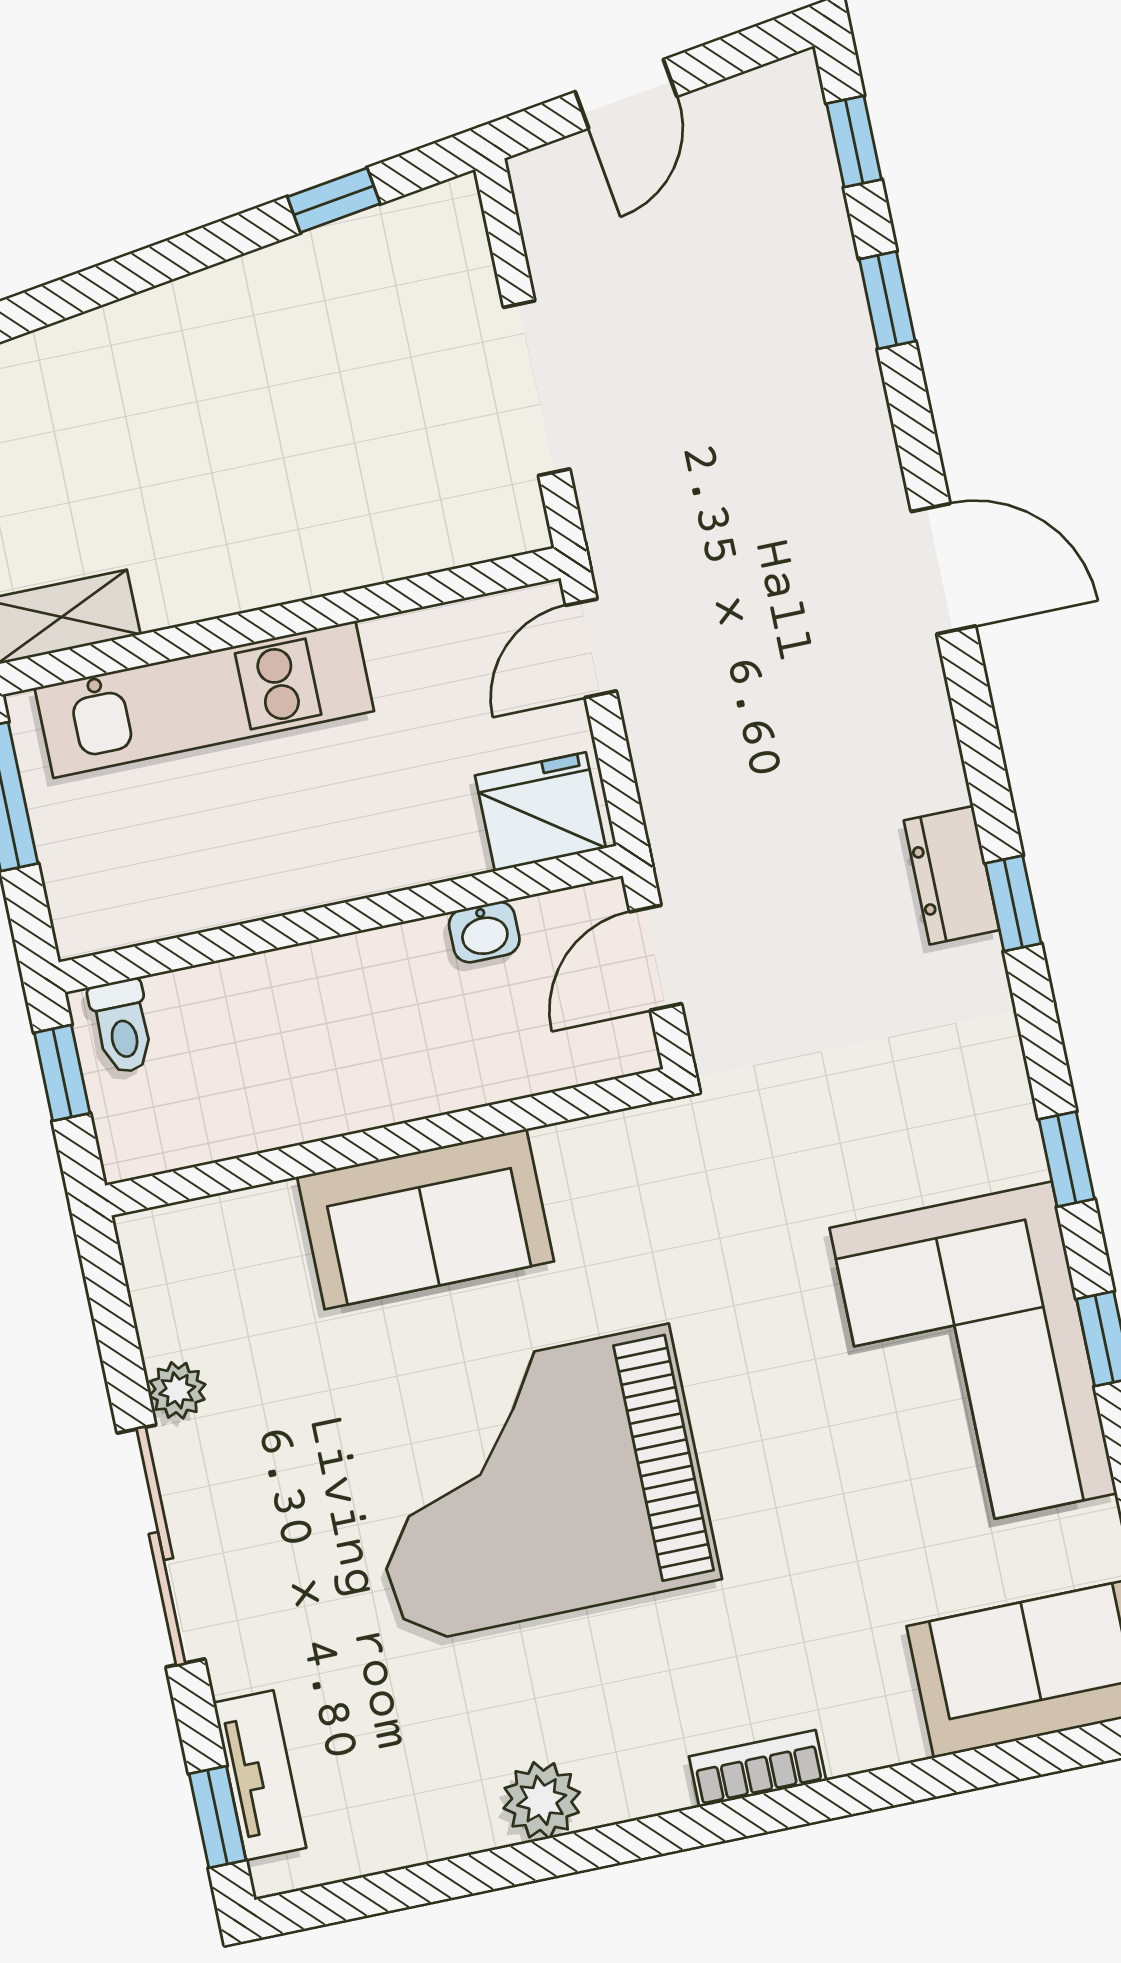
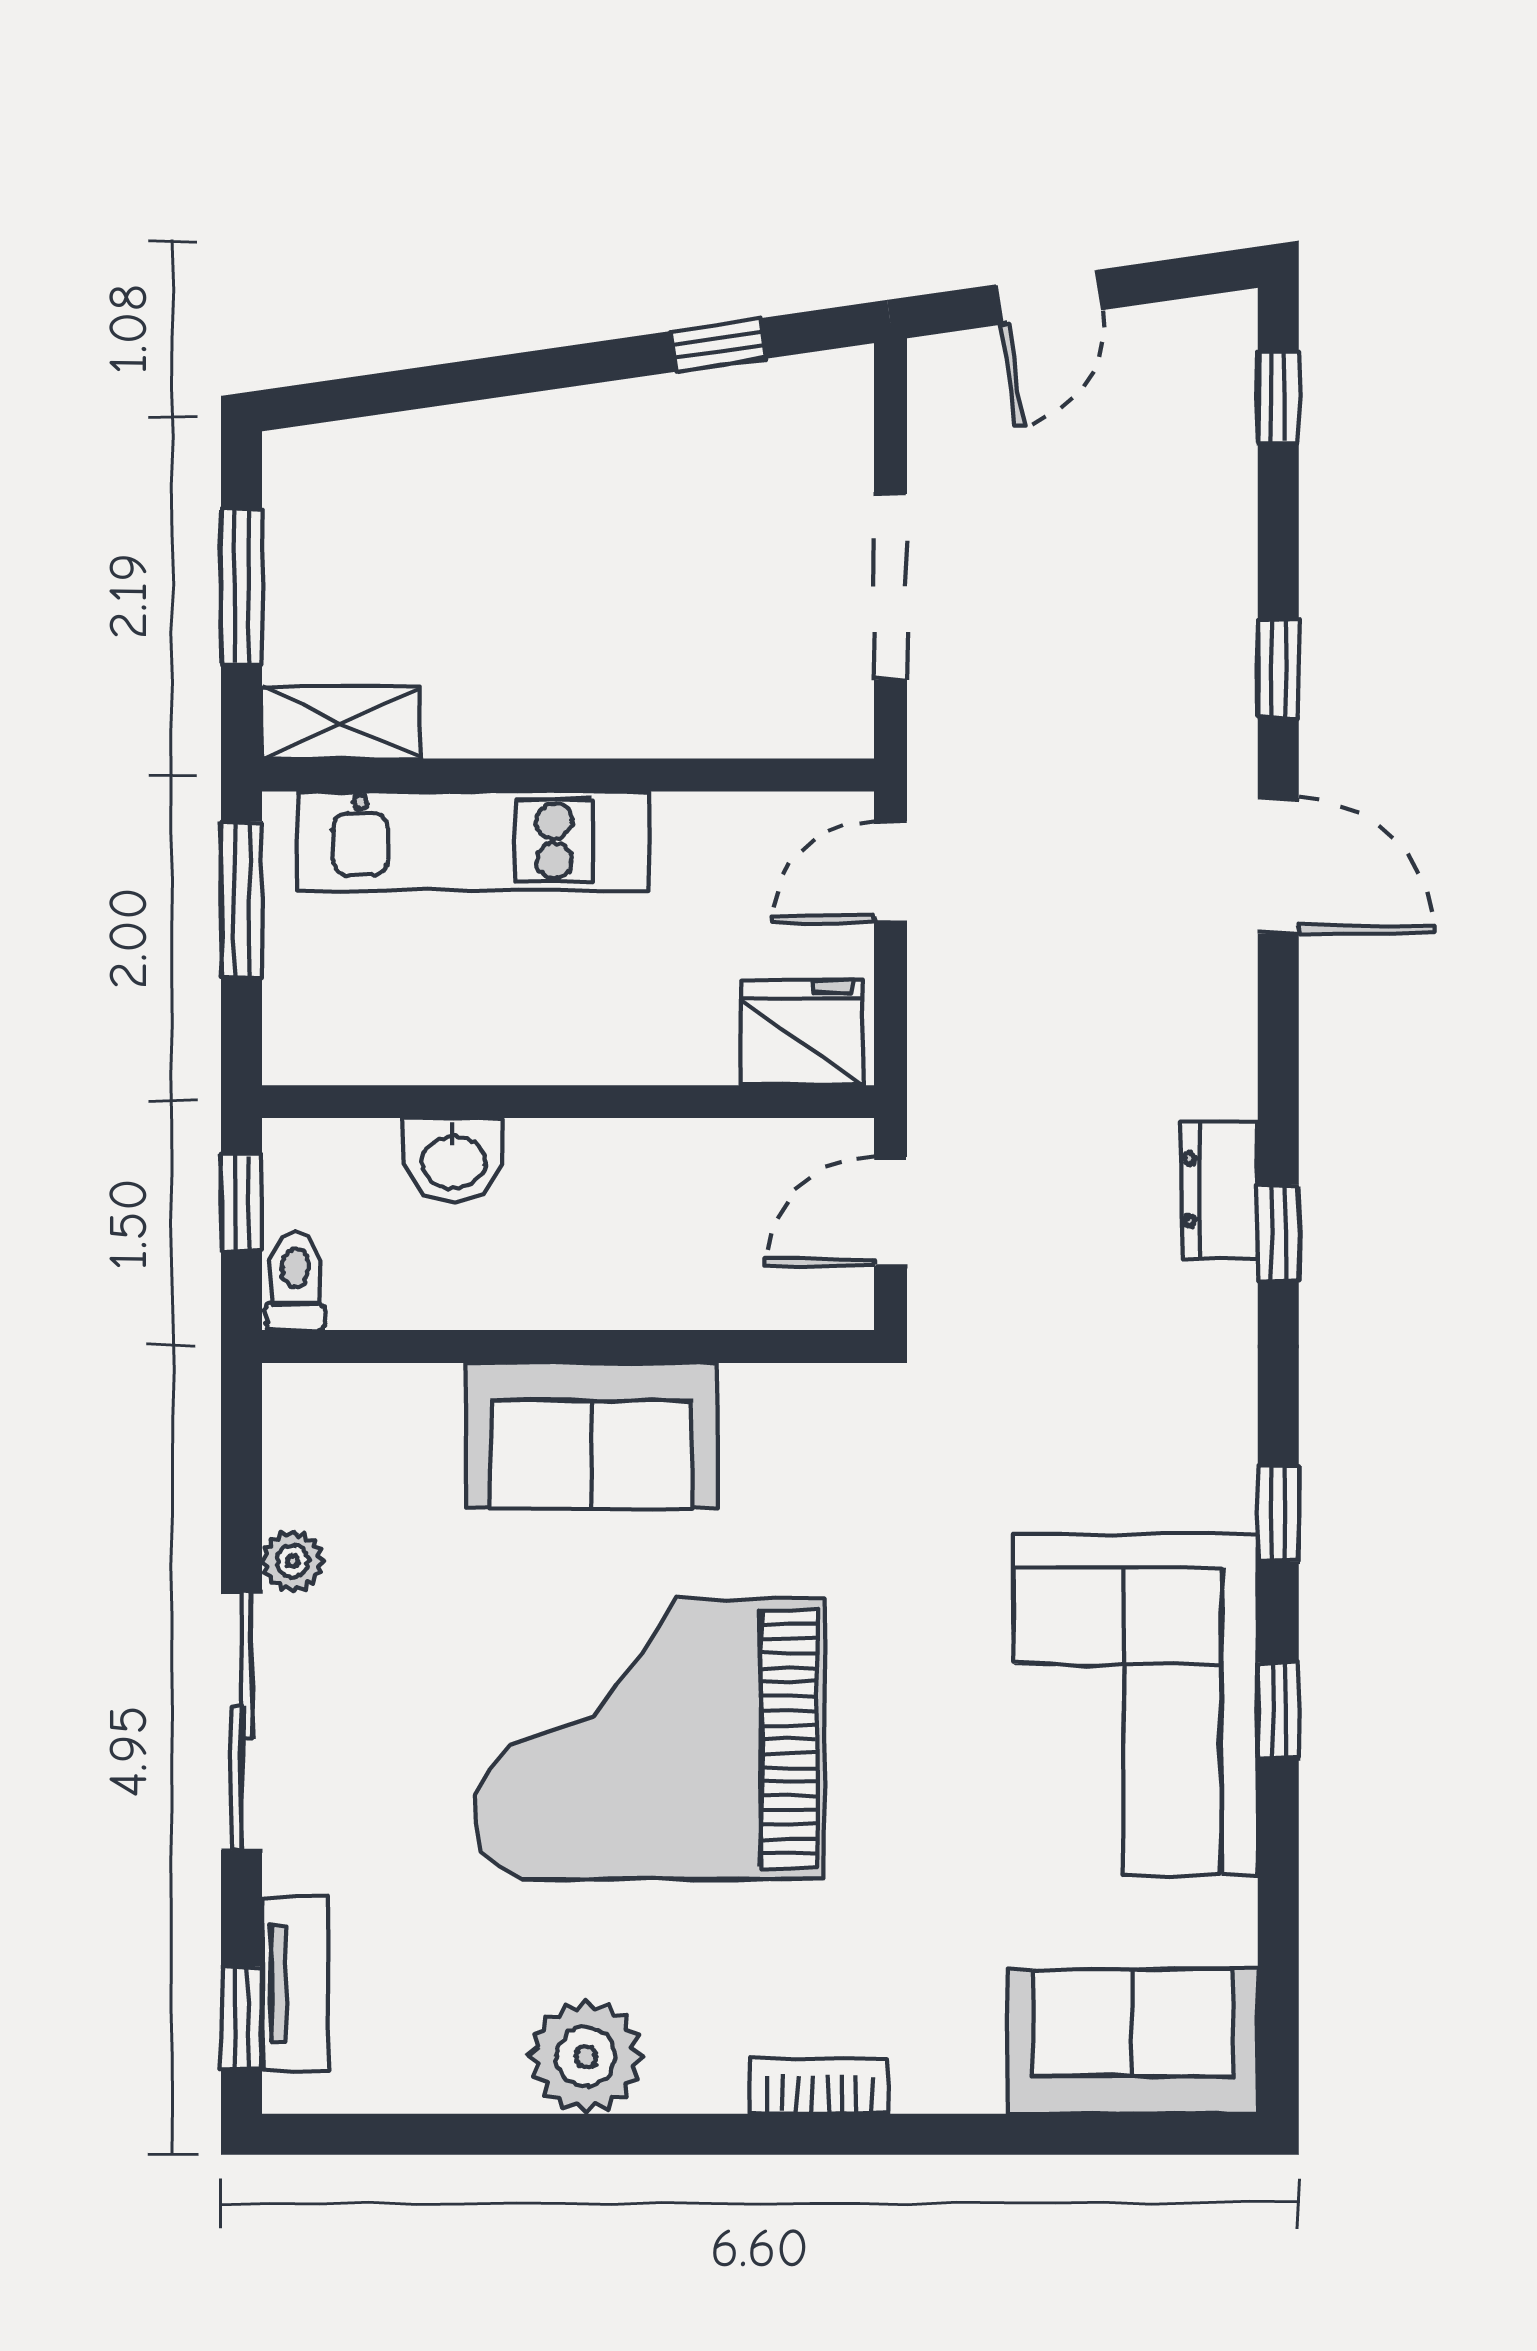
window: (887, 300) -> (1278, 668), moved
washbasin: (484, 932) -> (453, 1160), moved, width x1.38, depth x1.45
toilet: (122, 1026) -> (295, 1282), moved, turned 180
plant: (542, 1800) -> (586, 2057), width x1.36, depth x1.36

